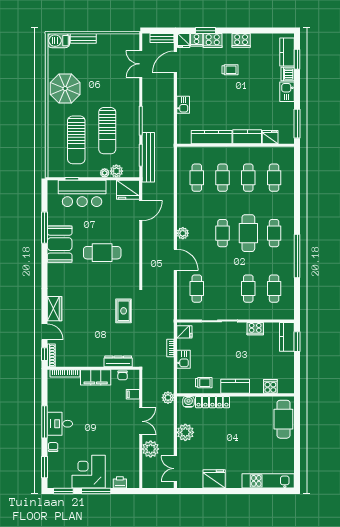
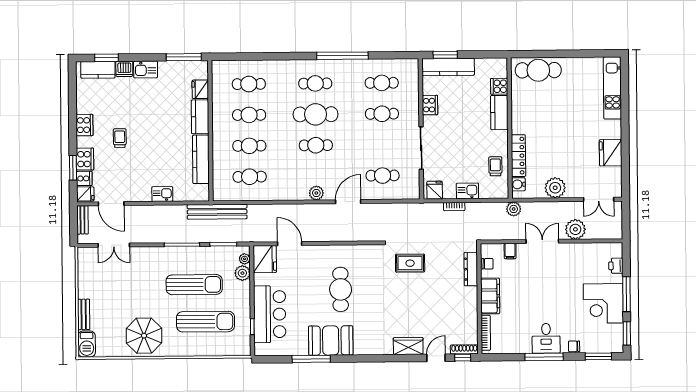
bench: (148, 157) -> (217, 212), moved
plant: (105, 173) -> (245, 259), moved
kitchen counter: (287, 337) -> (448, 67), width x1.50
kitchen counter: (235, 386) -> (499, 113), moved

